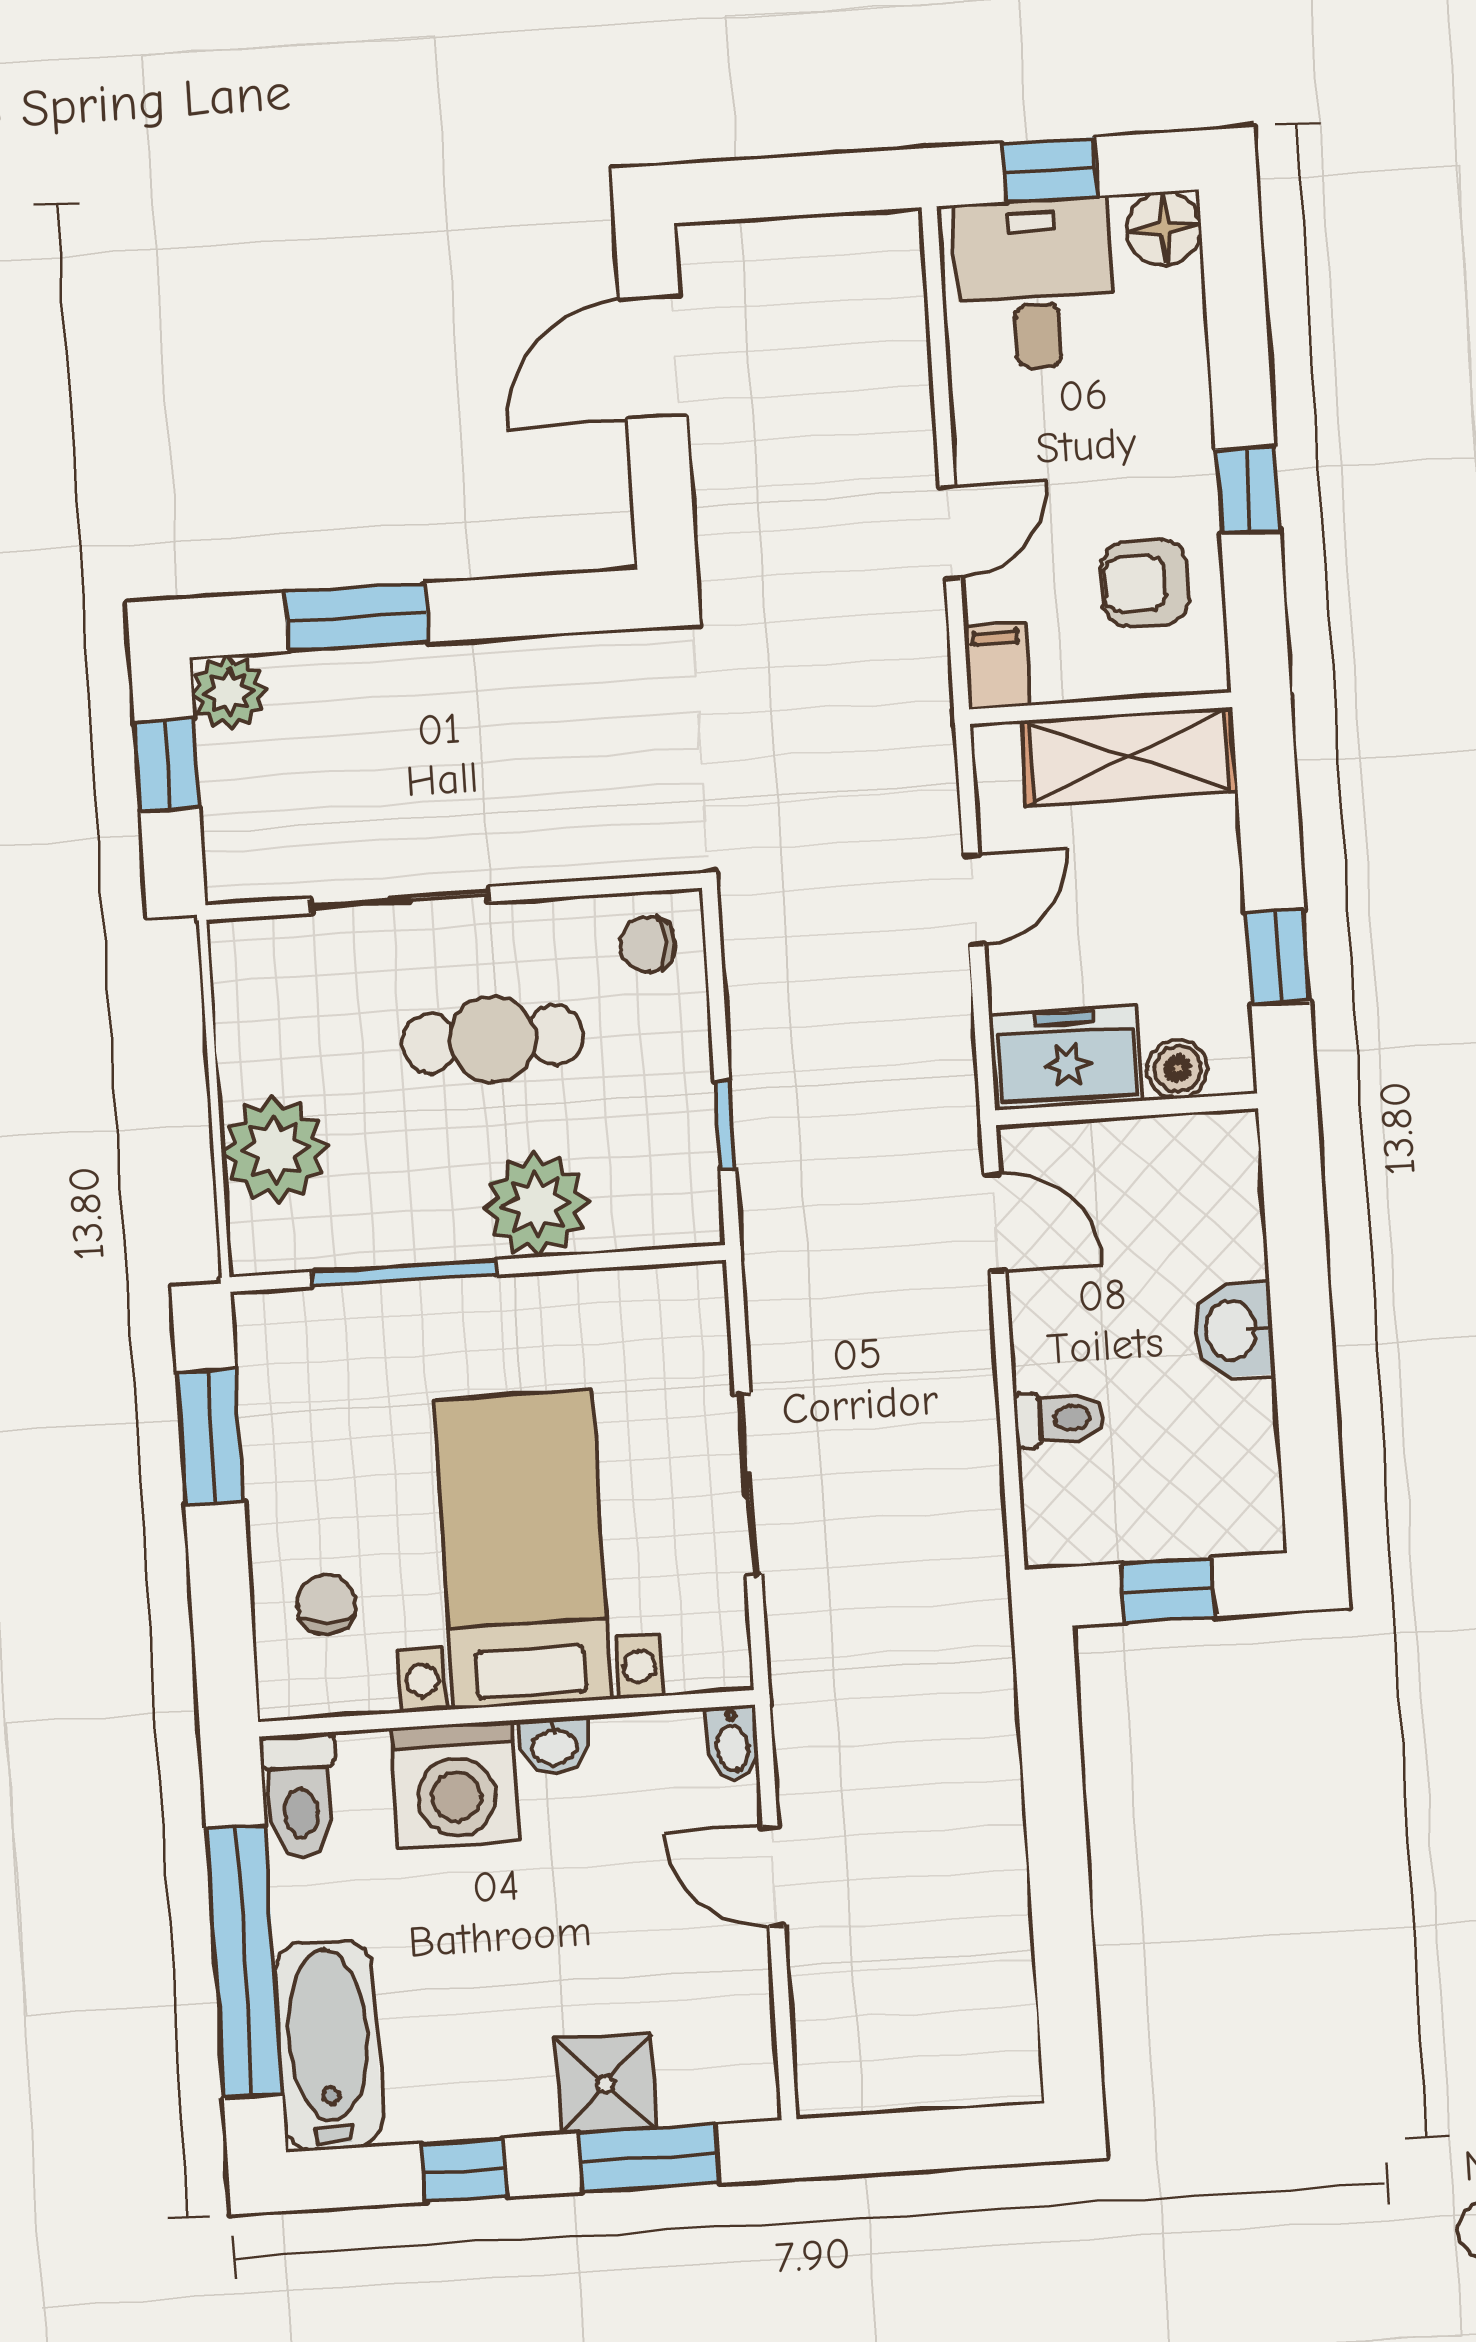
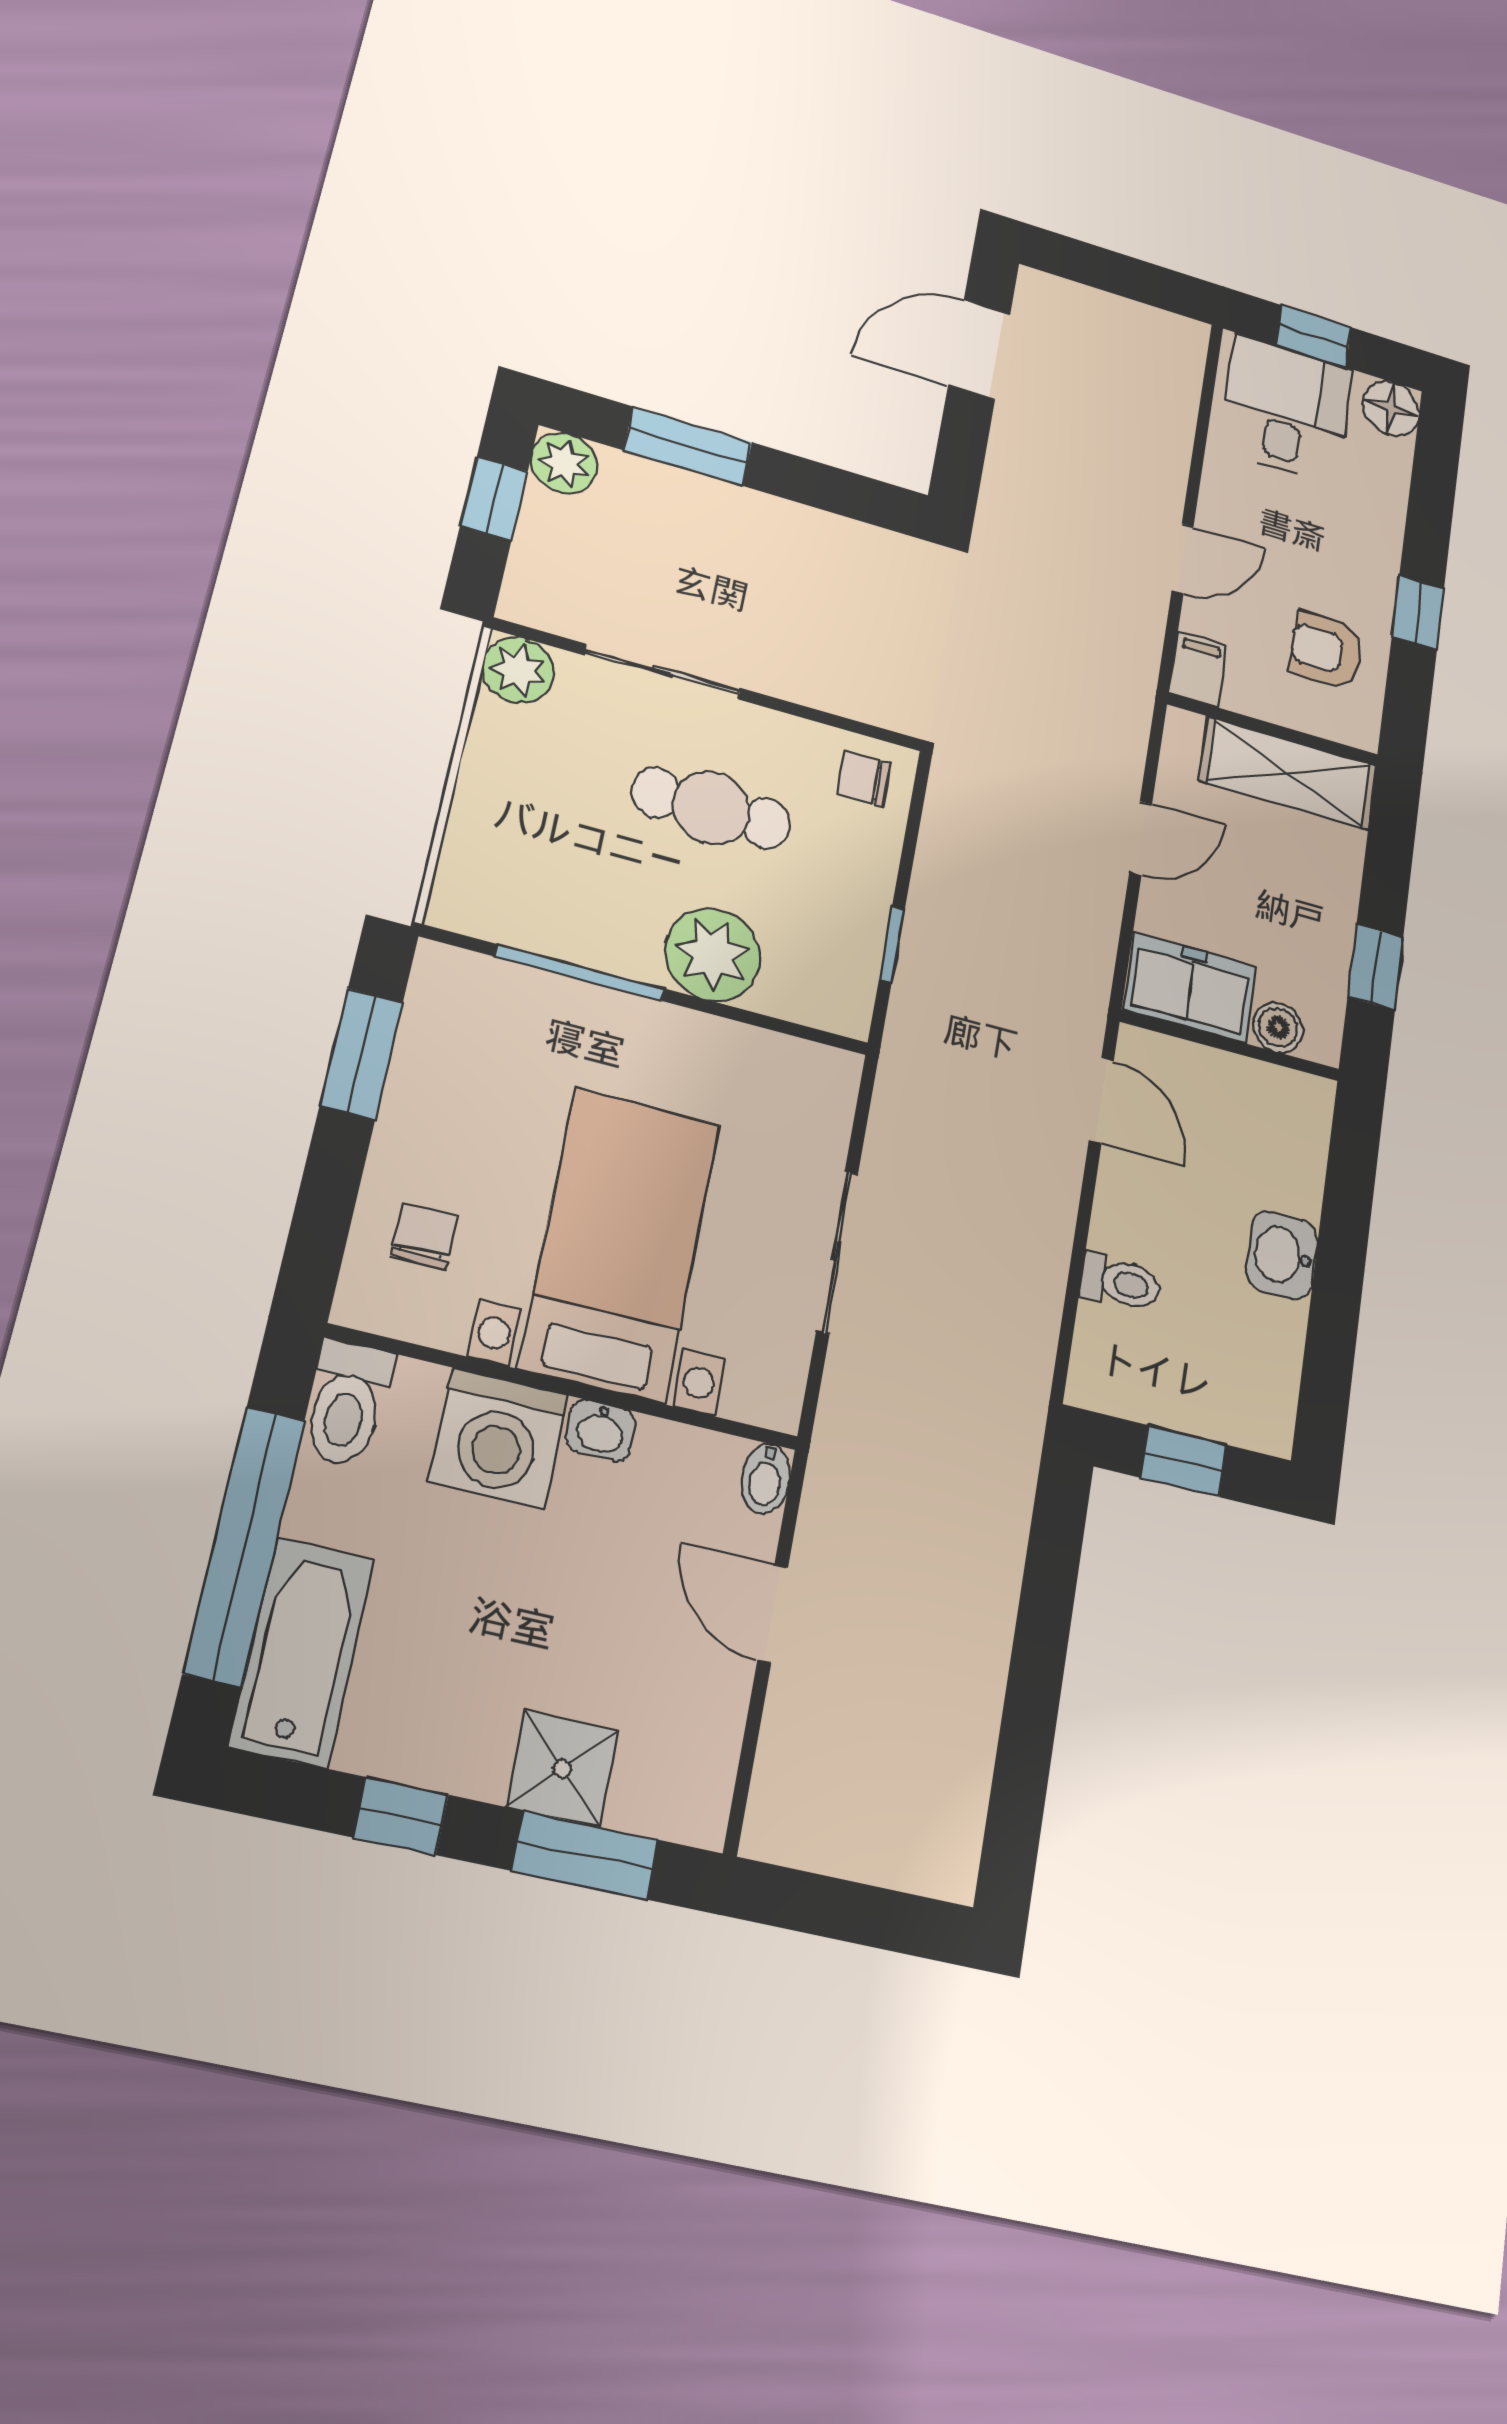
plant: (275, 1150) -> (518, 670), moved, width x0.73, depth x0.73

